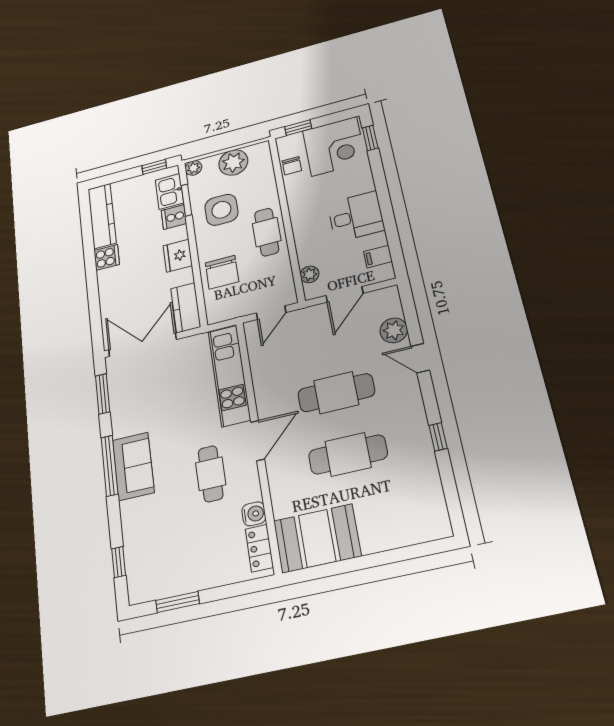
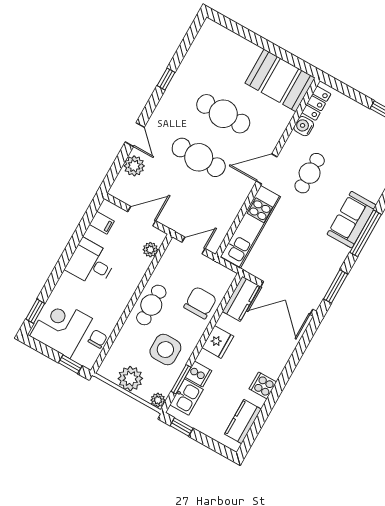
kitchen counter: (102, 216) -> (243, 422), width x0.67

